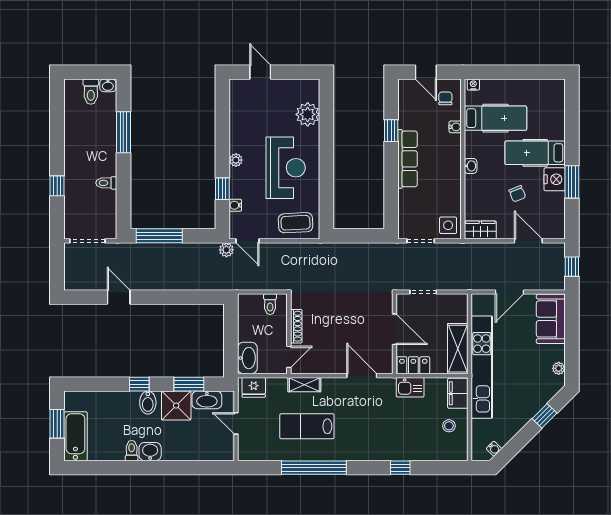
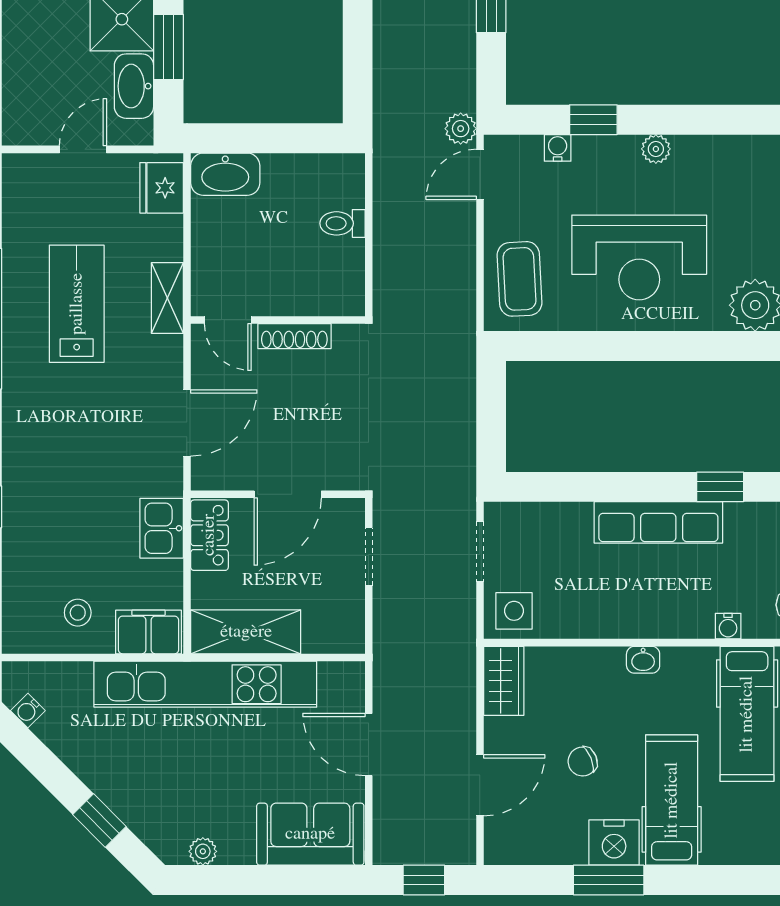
shoe rack: (296, 326) -> (294, 336), moved
wall: (289, 334) -> (278, 320), moved
door: (289, 357) -> (228, 320), moved

